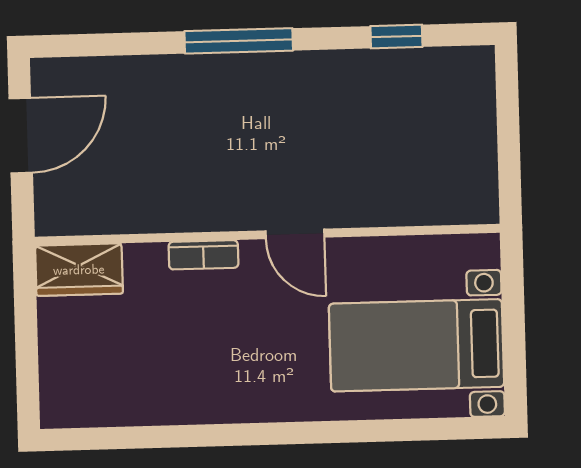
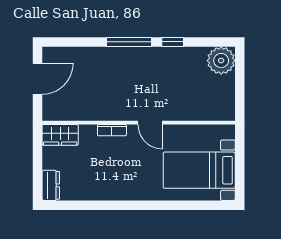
window: (396, 36) -> (173, 42), moved
plant: (462, 79) -> (221, 61), added
dresser: (60, 392) -> (51, 185), added

